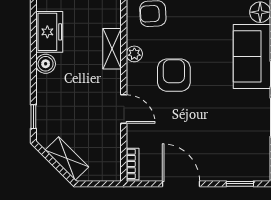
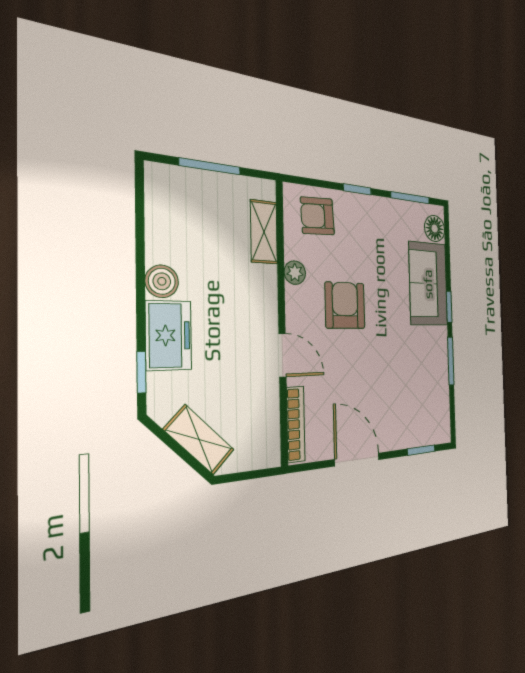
freezer: (49, 32) -> (169, 335), moved
shelving: (112, 49) -> (264, 232), moved
bookcase: (133, 164) -> (296, 424), width x1.56

